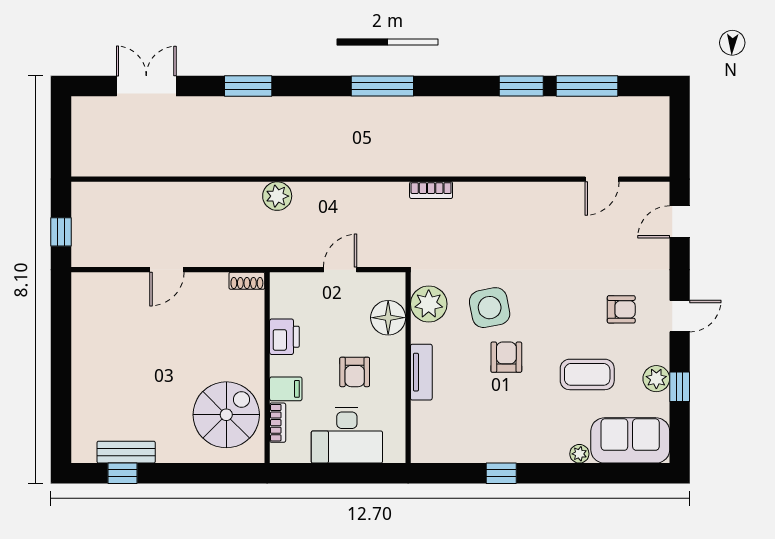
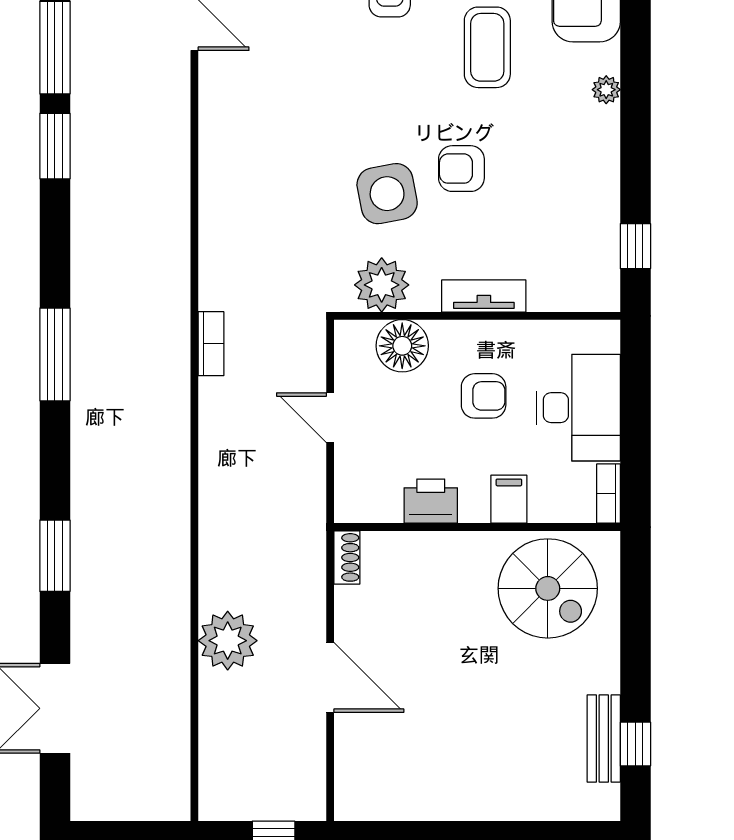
bookcase: (431, 190) -> (211, 344), moved
plant: (277, 196) -> (228, 641), moved, width x1.36, depth x1.36
door: (167, 270) -> (330, 677), width x1.38
spiral stairs: (226, 415) -> (548, 588), turned 180
bookcase: (278, 423) -> (609, 494), moved, turned -90
plant: (579, 454) -> (606, 90), moved
window: (501, 473) -> (635, 246), moved

